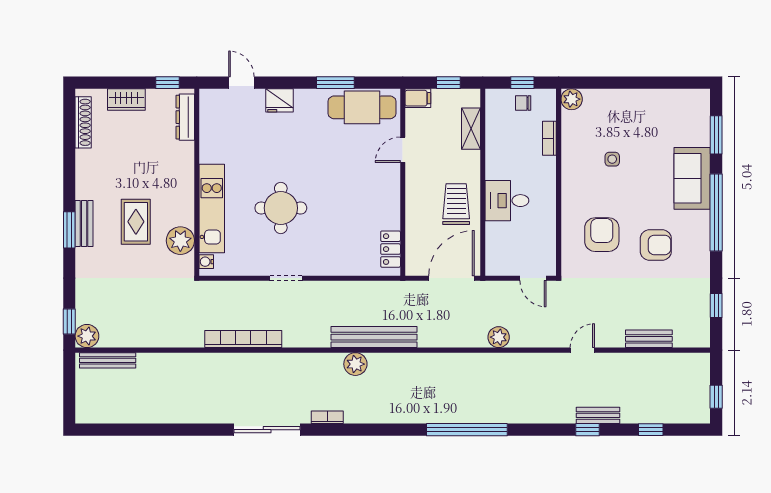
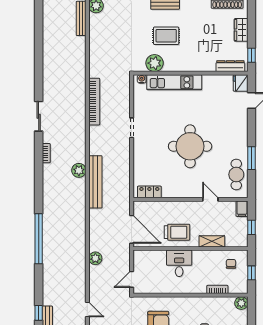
fridge: (279, 100) -> (241, 83), moved
chair: (523, 103) -> (231, 264), moved
cafe table: (362, 107) -> (236, 174), width x0.73, depth x0.74
shelving: (471, 129) -> (212, 241), moved
round table: (281, 208) -> (190, 146), moved, width x1.36, depth x1.36
sliding door: (267, 430) -> (39, 116), width x0.73

